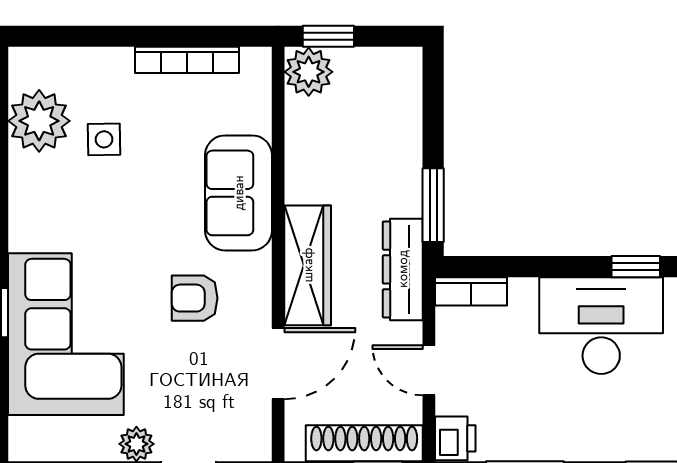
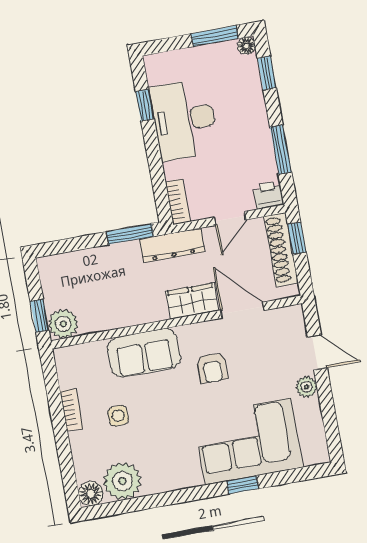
bookcase: (187, 60) -> (71, 410), width x0.64
floor lamp: (28, 67) -> (91, 494), added
side table: (104, 139) -> (118, 416), moved
wardrobe: (308, 265) -> (192, 301), width x0.67

